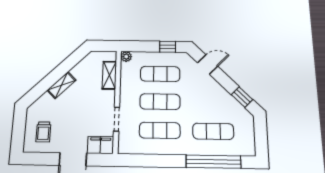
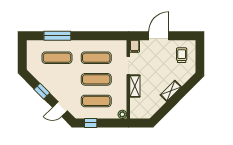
shelving: (109, 75) -> (135, 86), moved
window: (242, 97) -> (42, 91), moved
filing cabinet: (101, 145) -> (135, 46), width x0.50
window: (213, 162) -> (57, 36), width x0.68

